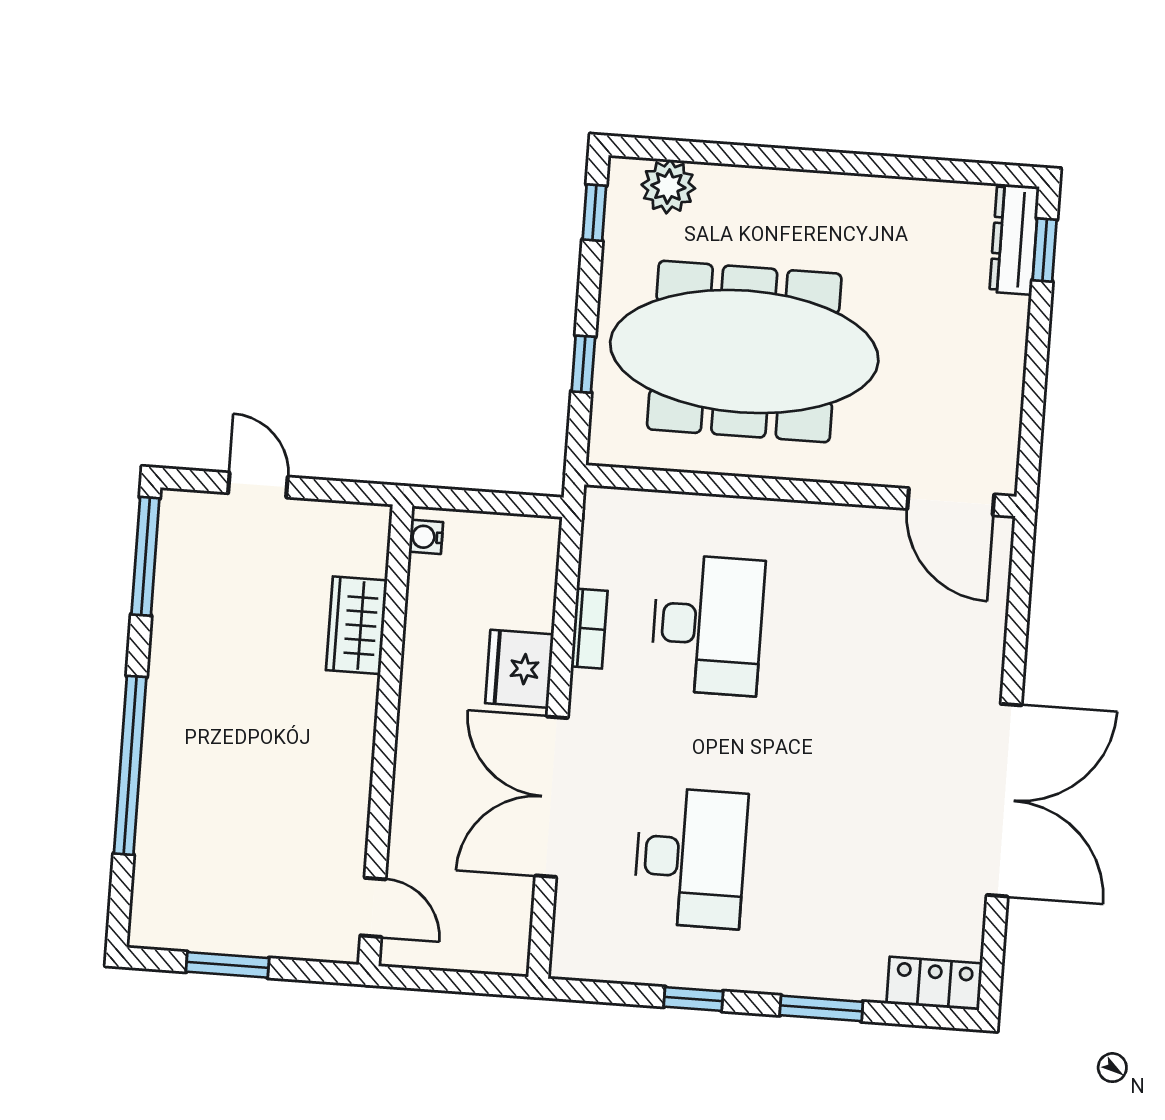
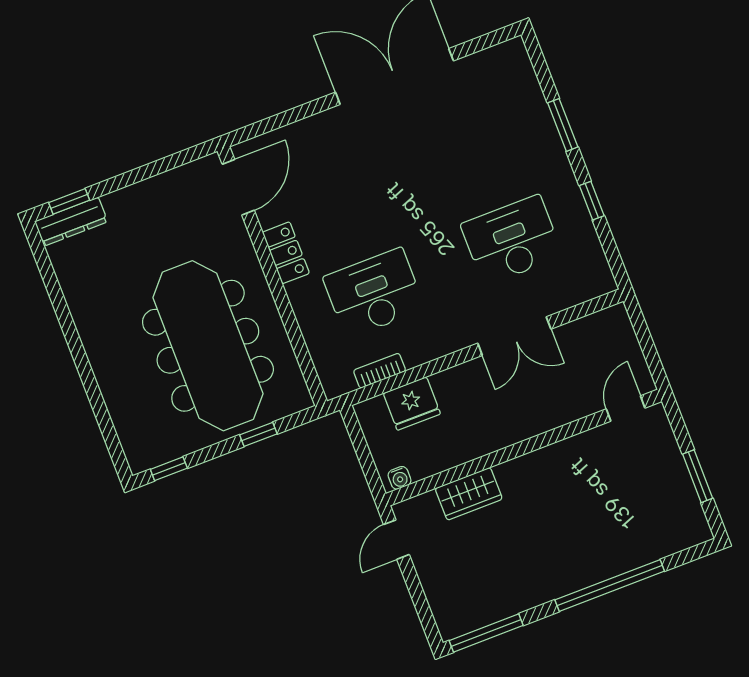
plant: (668, 187) -> (134, 434), removed
door: (258, 485) -> (396, 540), moved
bookcase: (589, 629) -> (380, 371), moved
fridge: (519, 669) -> (412, 404), moved
double door: (552, 797) -> (514, 336), width x0.73
locker: (934, 983) -> (286, 253), moved, turned 180

